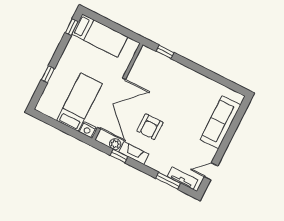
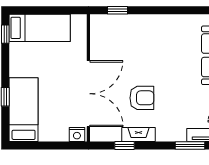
bed: (79, 102) -> (24, 110), moved
armchair: (150, 127) -> (142, 98), turned -90
plant: (115, 144) -> (114, 135), removed

